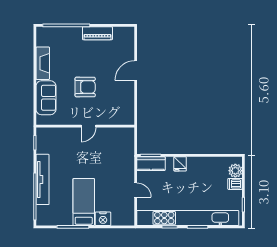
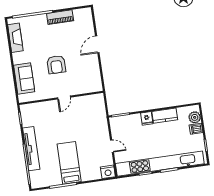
fireplace: (43, 63) -> (15, 38), moved
armchair: (85, 87) -> (56, 65), turned 90
kitchen counter: (151, 164) -> (165, 116), moved
nightstand: (103, 219) -> (108, 172), moved

